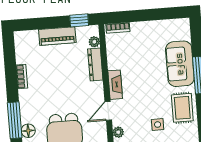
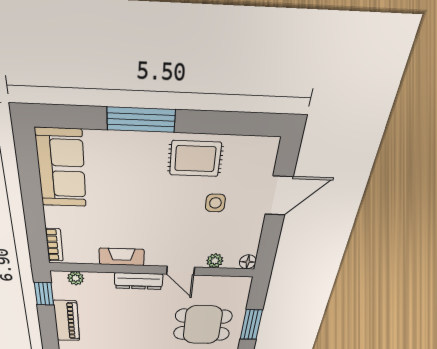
sofa: (180, 64) -> (61, 169), moved, turned -90
dresser: (95, 65) -> (139, 281), moved
fireplace: (115, 85) -> (122, 257), moved

